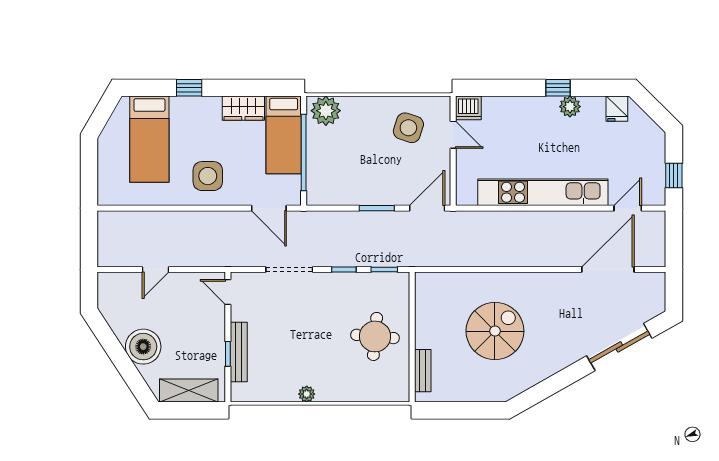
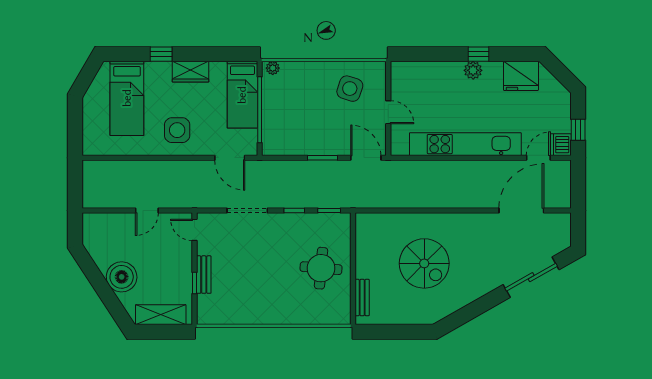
plant: (570, 107) -> (473, 70), moved
wardrobe: (243, 108) -> (191, 72), moved
dishwasher: (468, 108) -> (561, 145), moved, turned 90
fridge: (617, 109) -> (521, 76), width x1.88, depth x1.34
plant: (326, 111) -> (273, 68), width x0.53, depth x0.53
door: (453, 135) -> (388, 112), moved
door: (427, 208) -> (366, 158), hinge flipped
door: (156, 270) -> (147, 211), moved
spiral stairs: (495, 331) -> (424, 263), turned 90
bench: (239, 352) -> (204, 275), width x0.73
plant: (307, 394) -> (262, 318), removed

